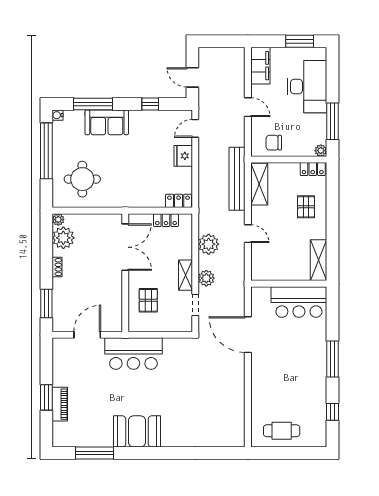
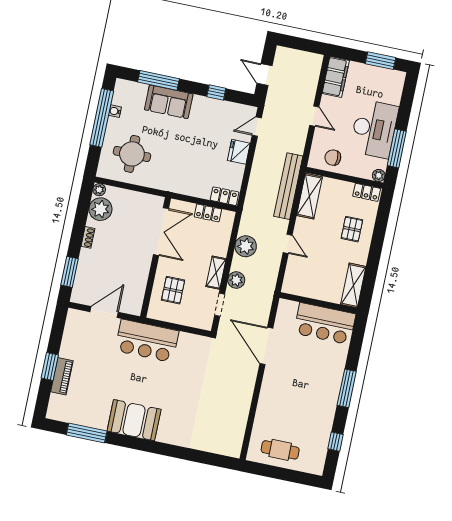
desk: (307, 87) -> (374, 129), moved
water cooler: (58, 115) -> (115, 111), moved

